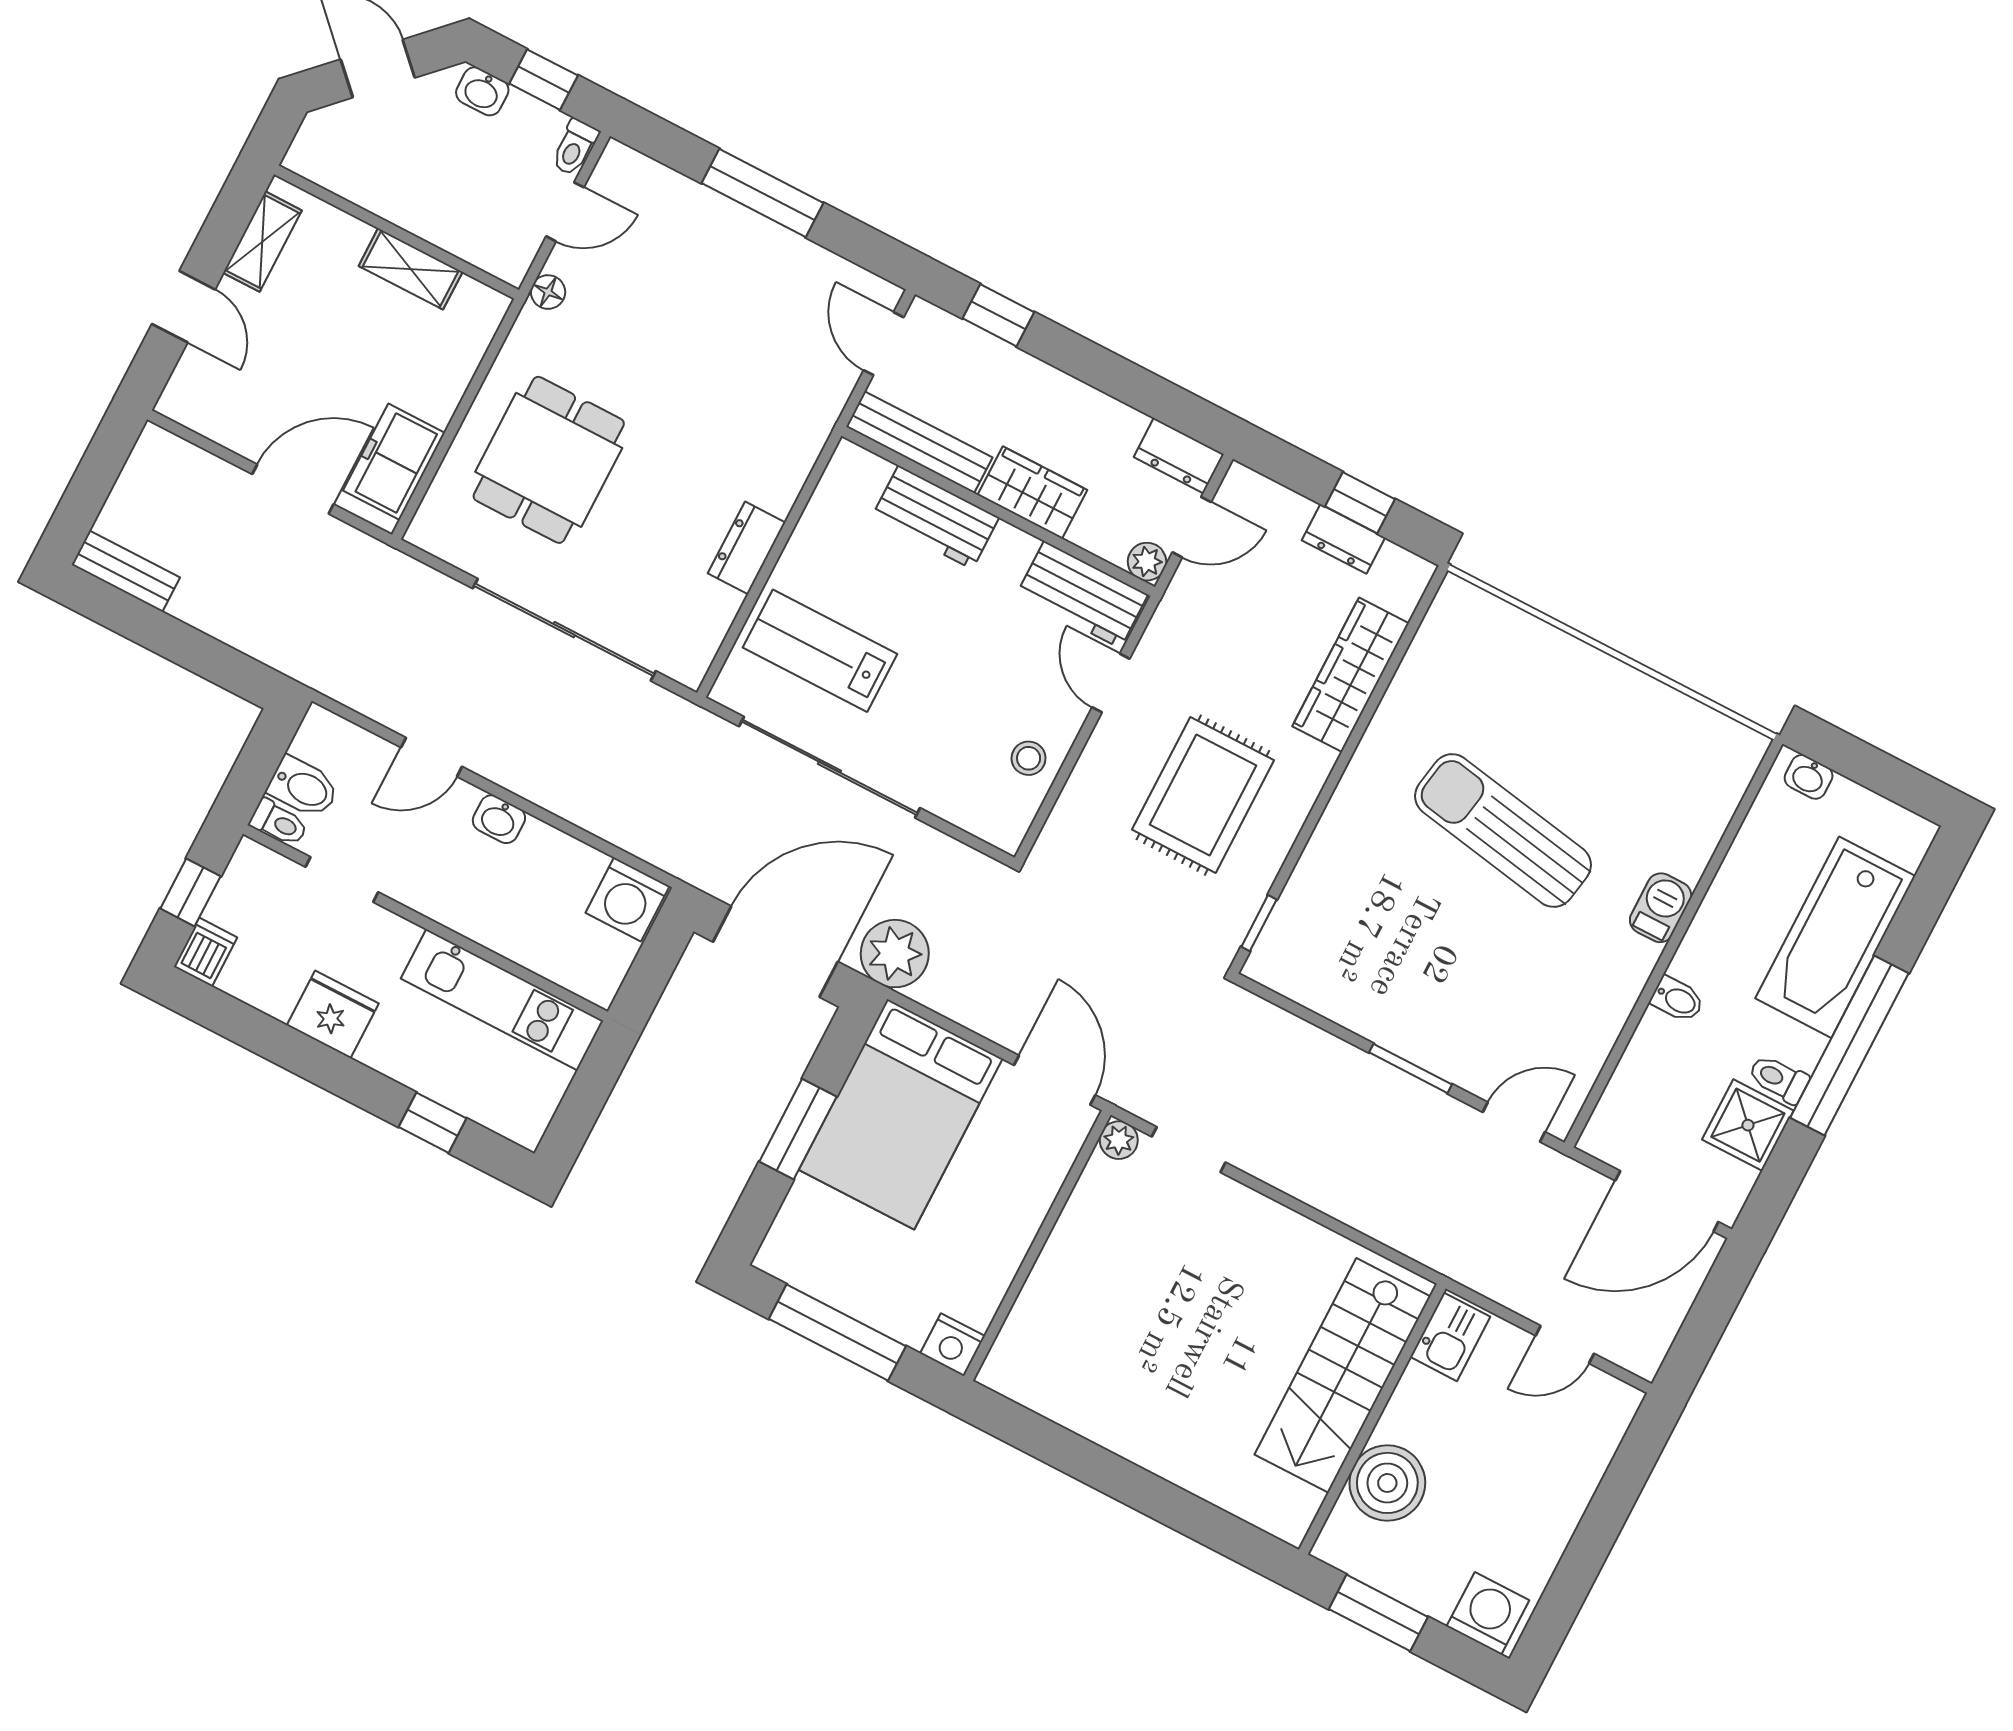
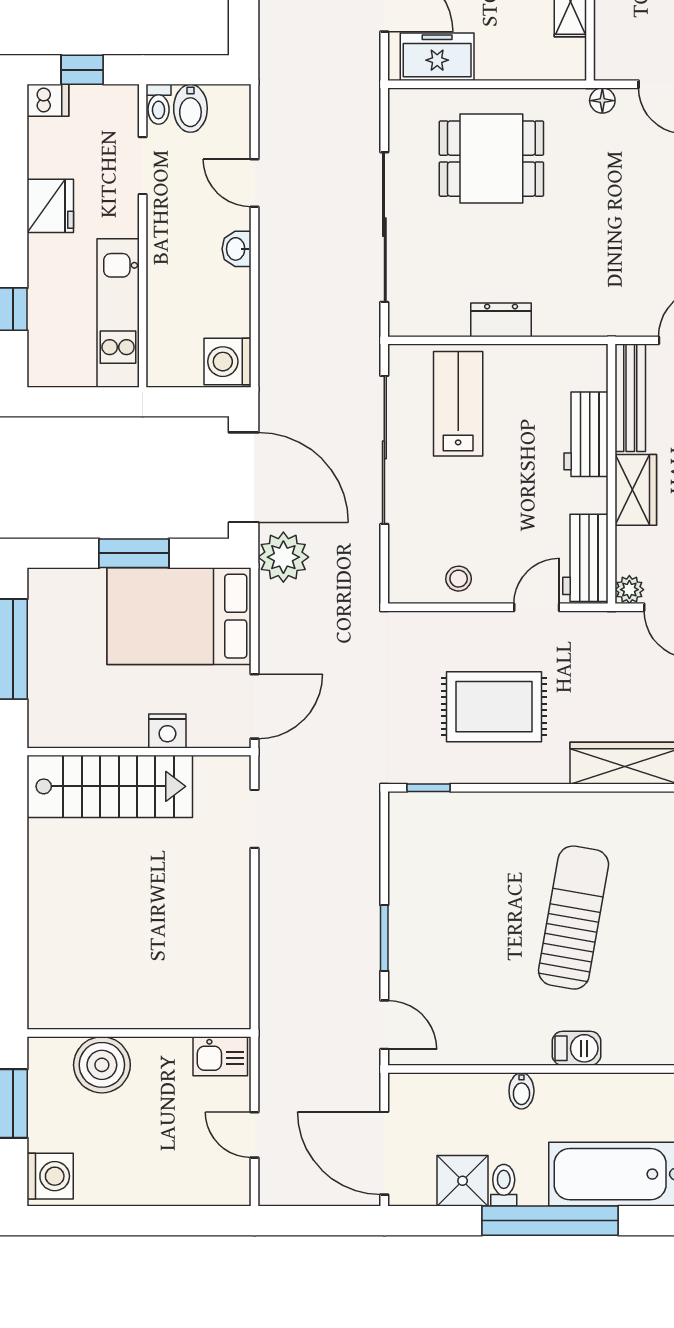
plant: (1119, 1140) -> (237, 769), removed
nightstand: (952, 1345) -> (167, 731), moved, turned -90
stairs: (1343, 1375) -> (110, 786), moved, turned 180

